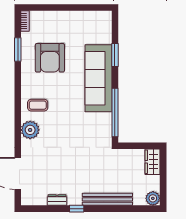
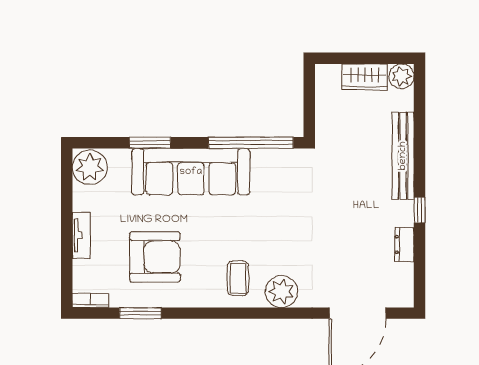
tv unit: (62, 16) -> (81, 235), added
plant: (101, 21) -> (90, 167), added
wardrobe: (153, 162) -> (365, 77), moved

